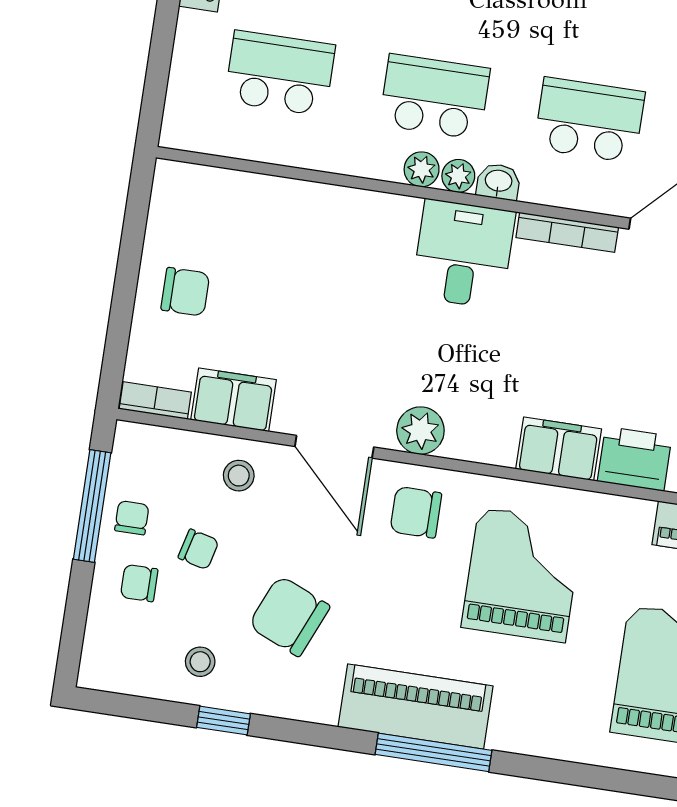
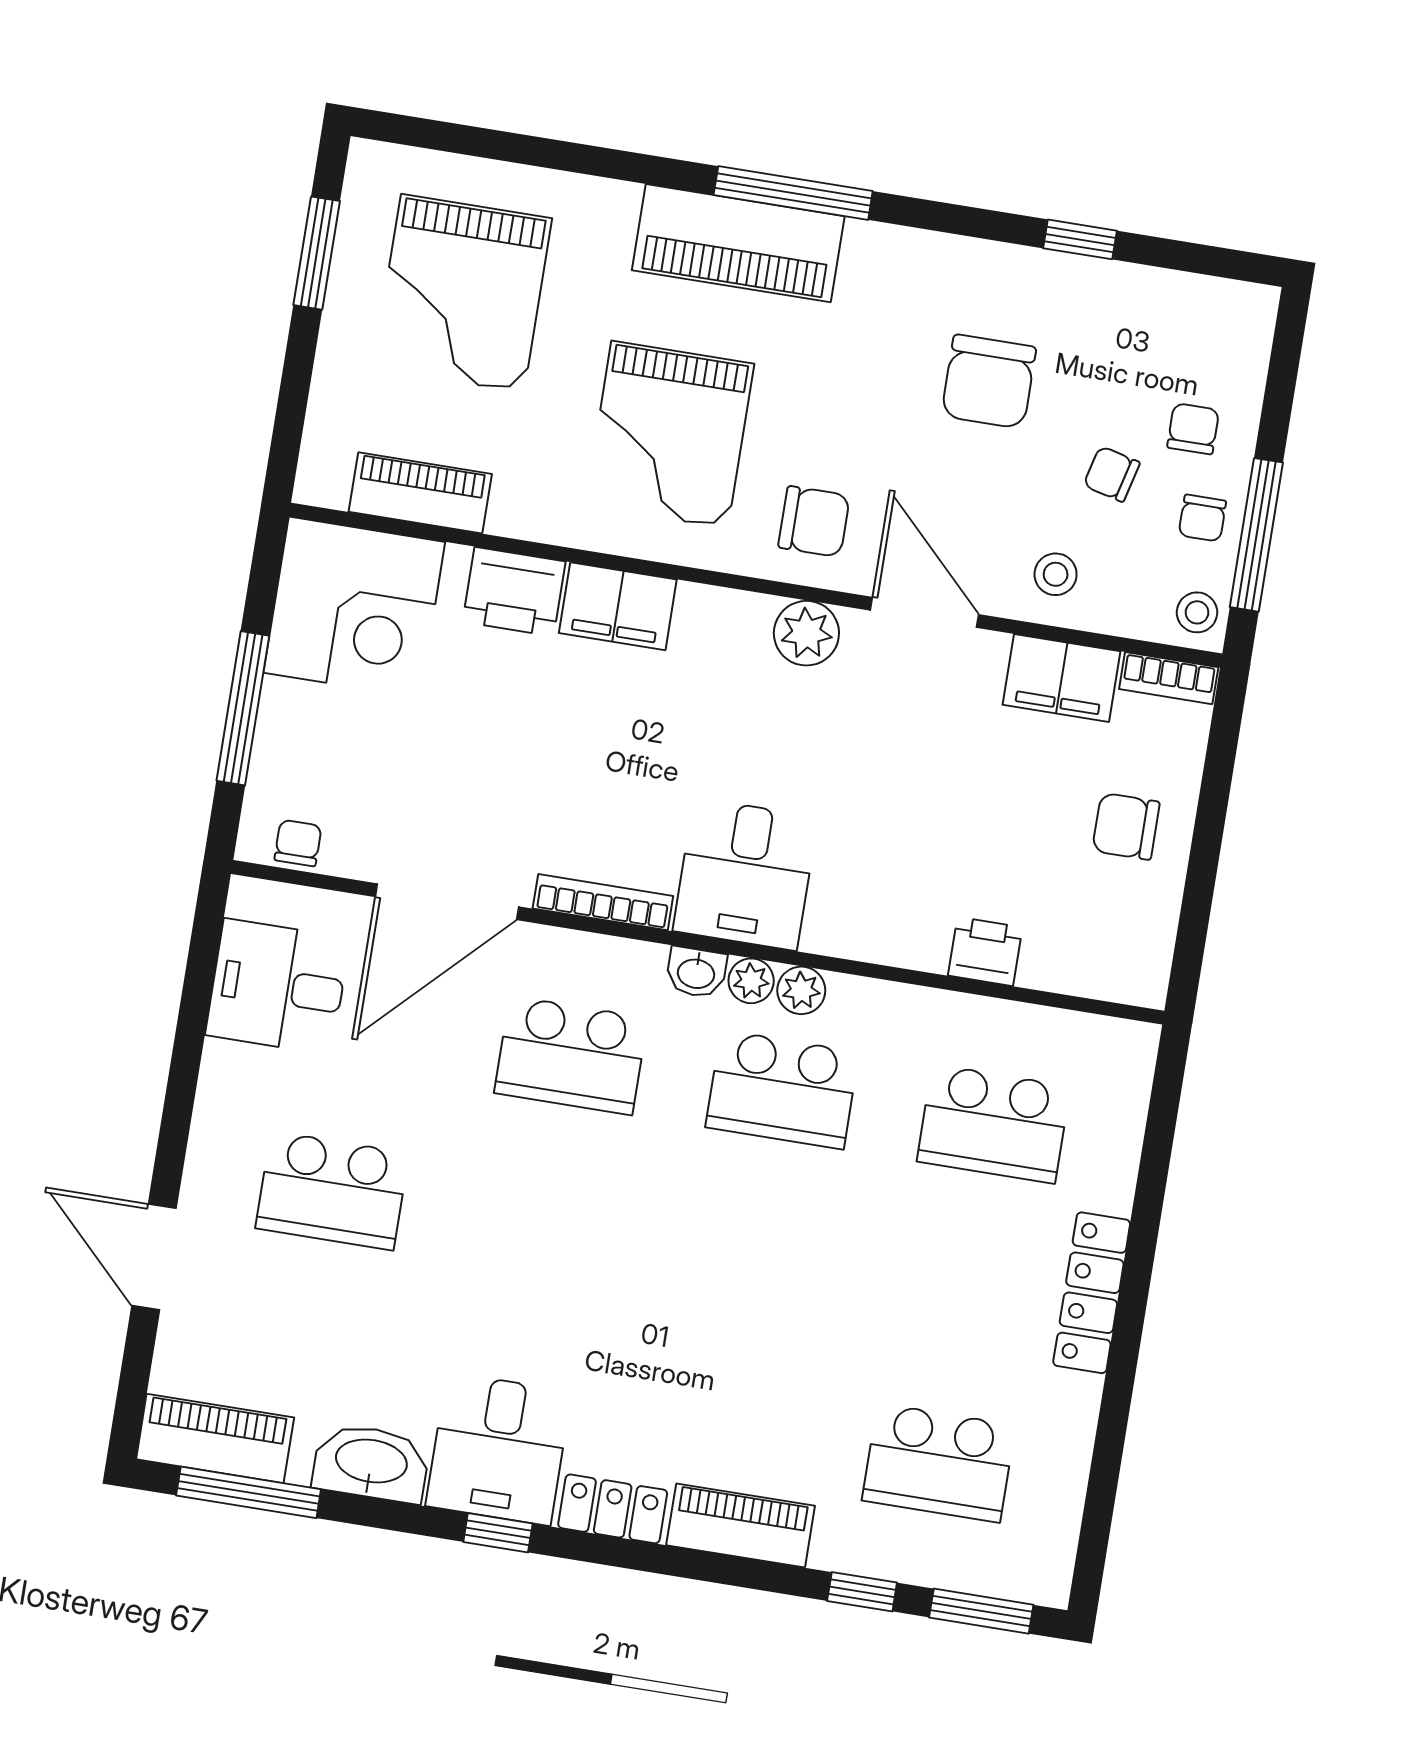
printer: (287, 199) -> (985, 951), added
chair: (139, 583) -> (1193, 429), turned -90
chair: (289, 616) -> (989, 381), turned 67
stool: (200, 662) -> (1197, 612), moved
piano: (416, 707) -> (738, 243), moved

